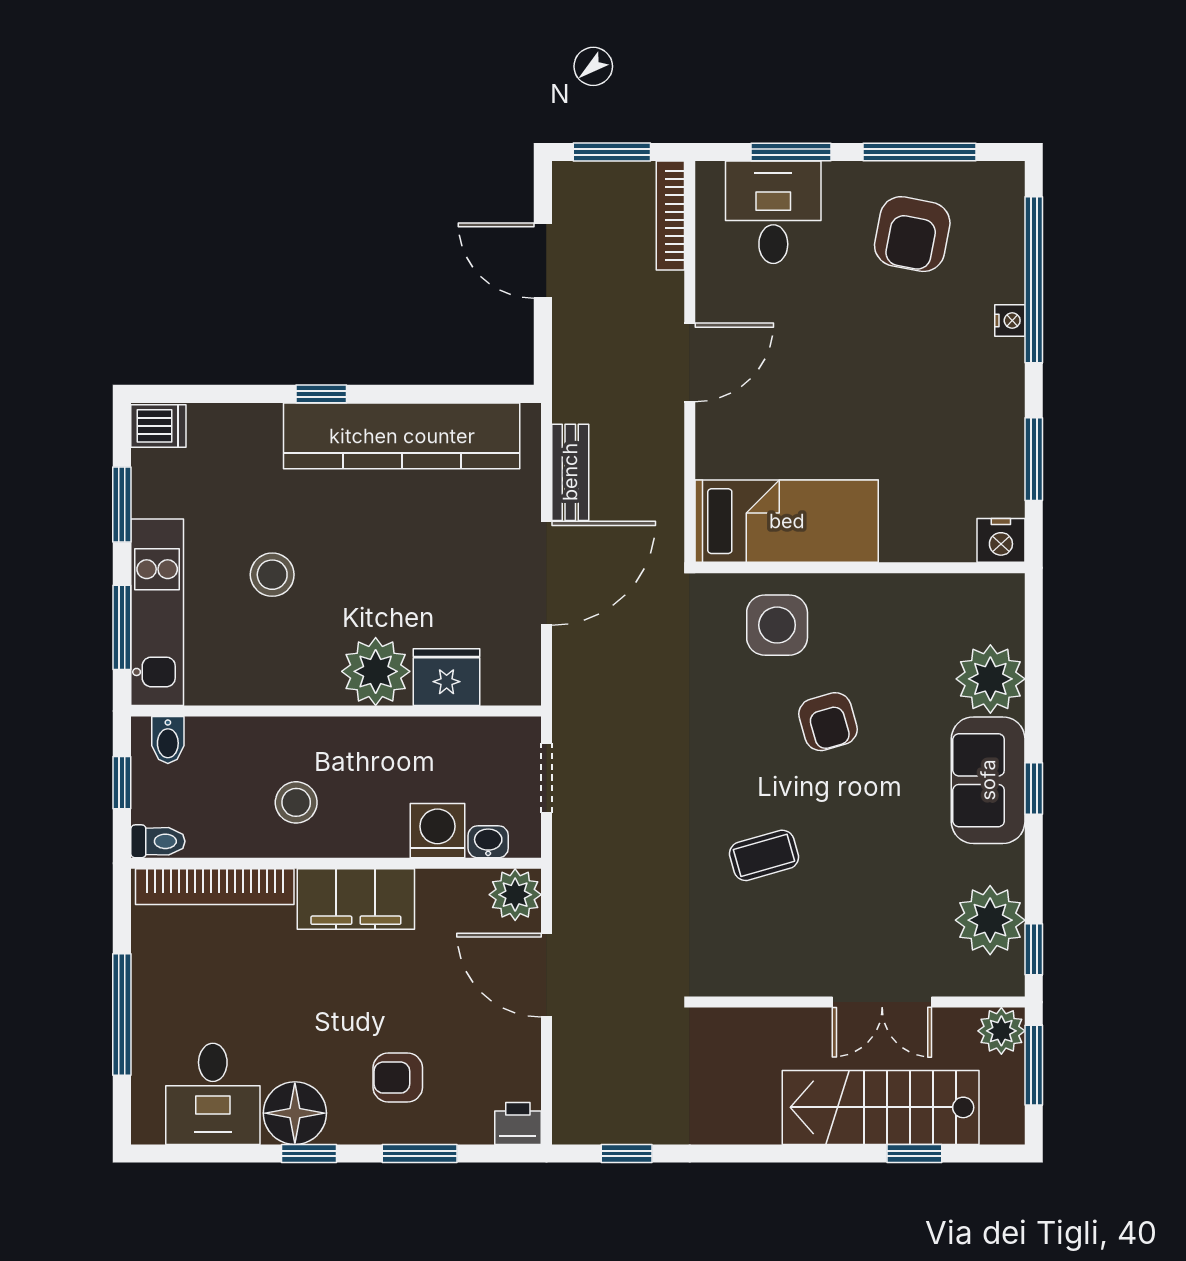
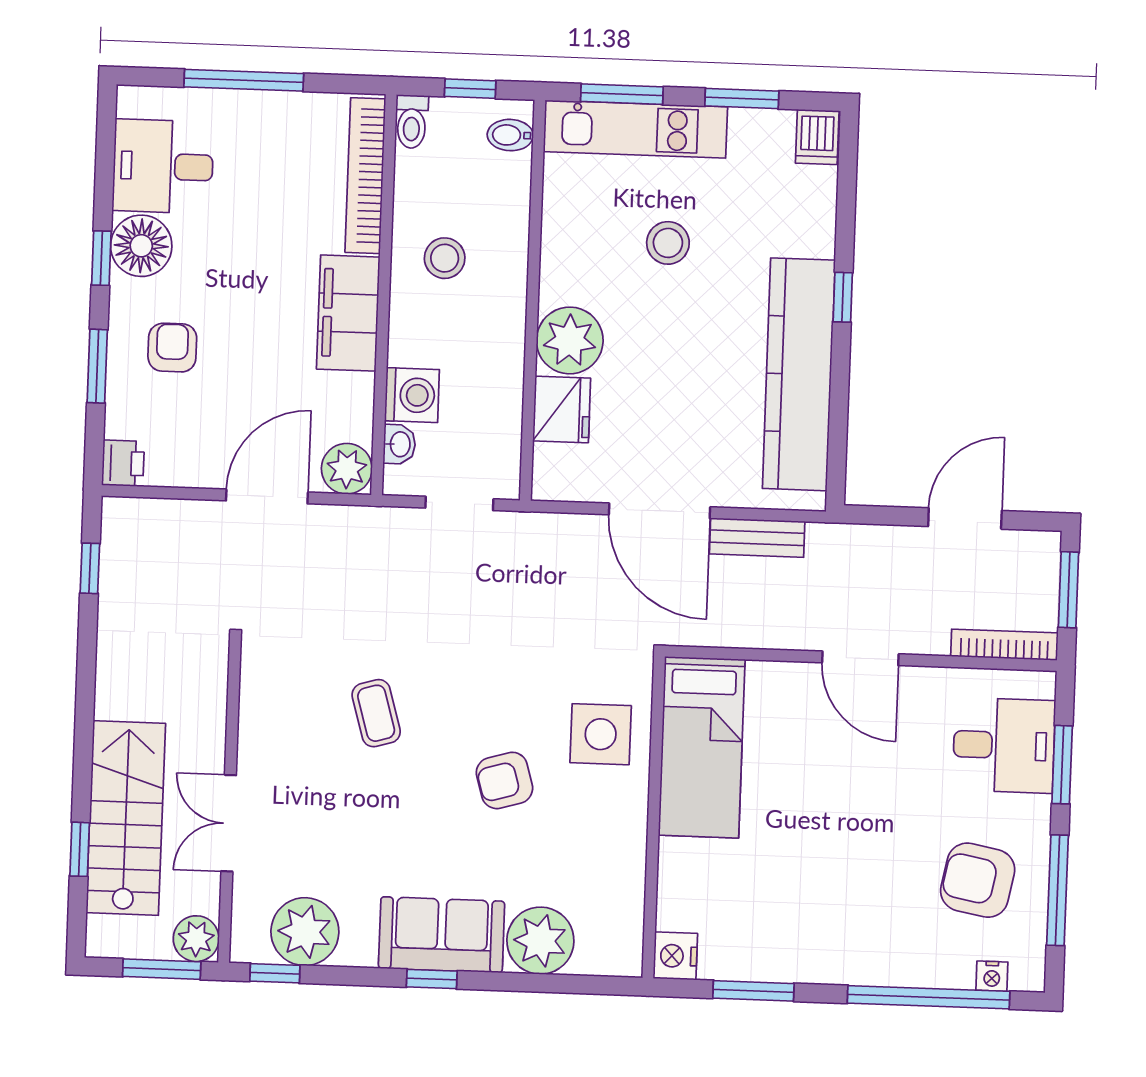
nightstand: (1010, 321) -> (992, 976), moved

